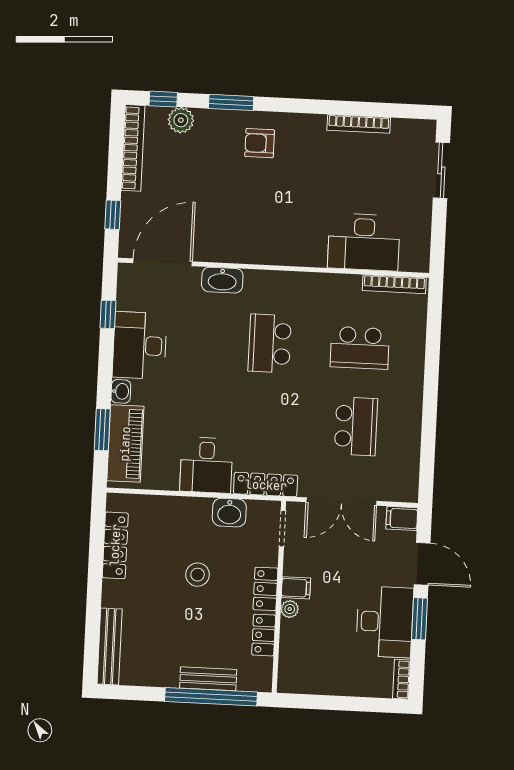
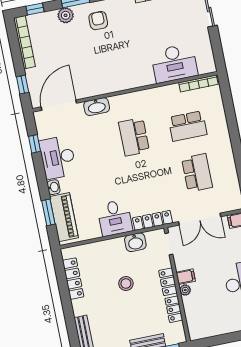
plant: (181, 120) -> (66, 15), moved
armchair: (260, 143) -> (98, 21), turned 90

